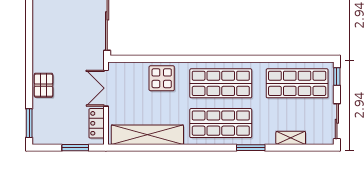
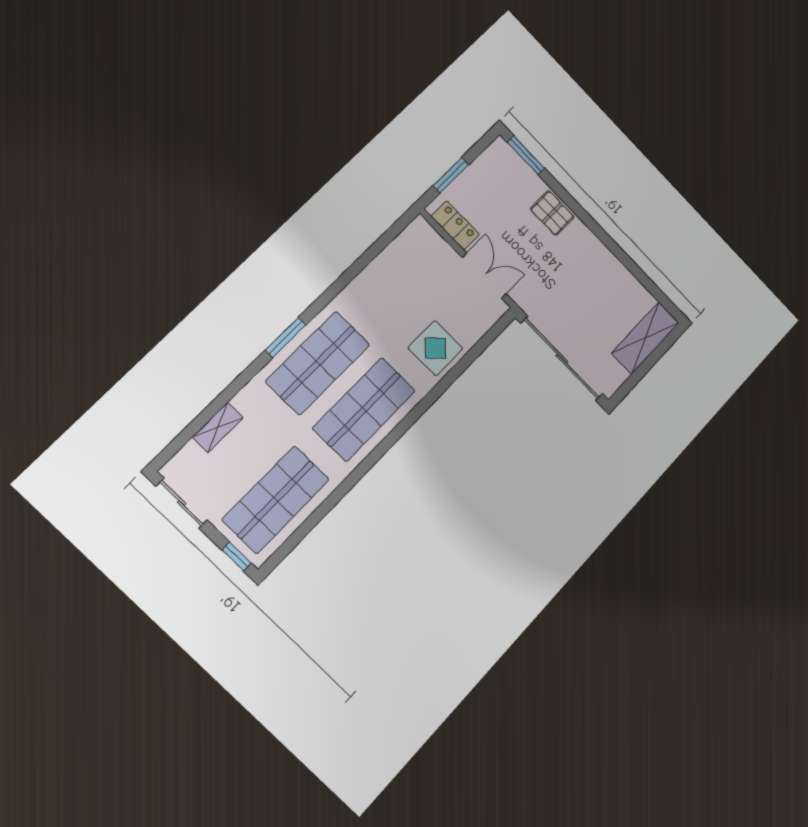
shelving: (147, 135) -> (387, 267), removed
window: (251, 148) -> (286, 338), moved

